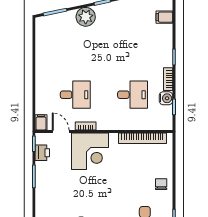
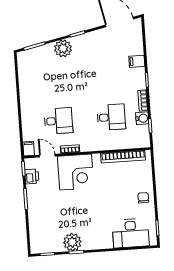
filing cabinet: (164, 17) -> (137, 61), moved

